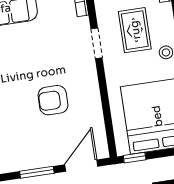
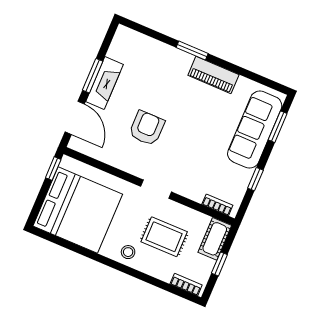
doorway: (96, 43) -> (156, 189), moved
fireplace: (37, 158) -> (105, 83), added

